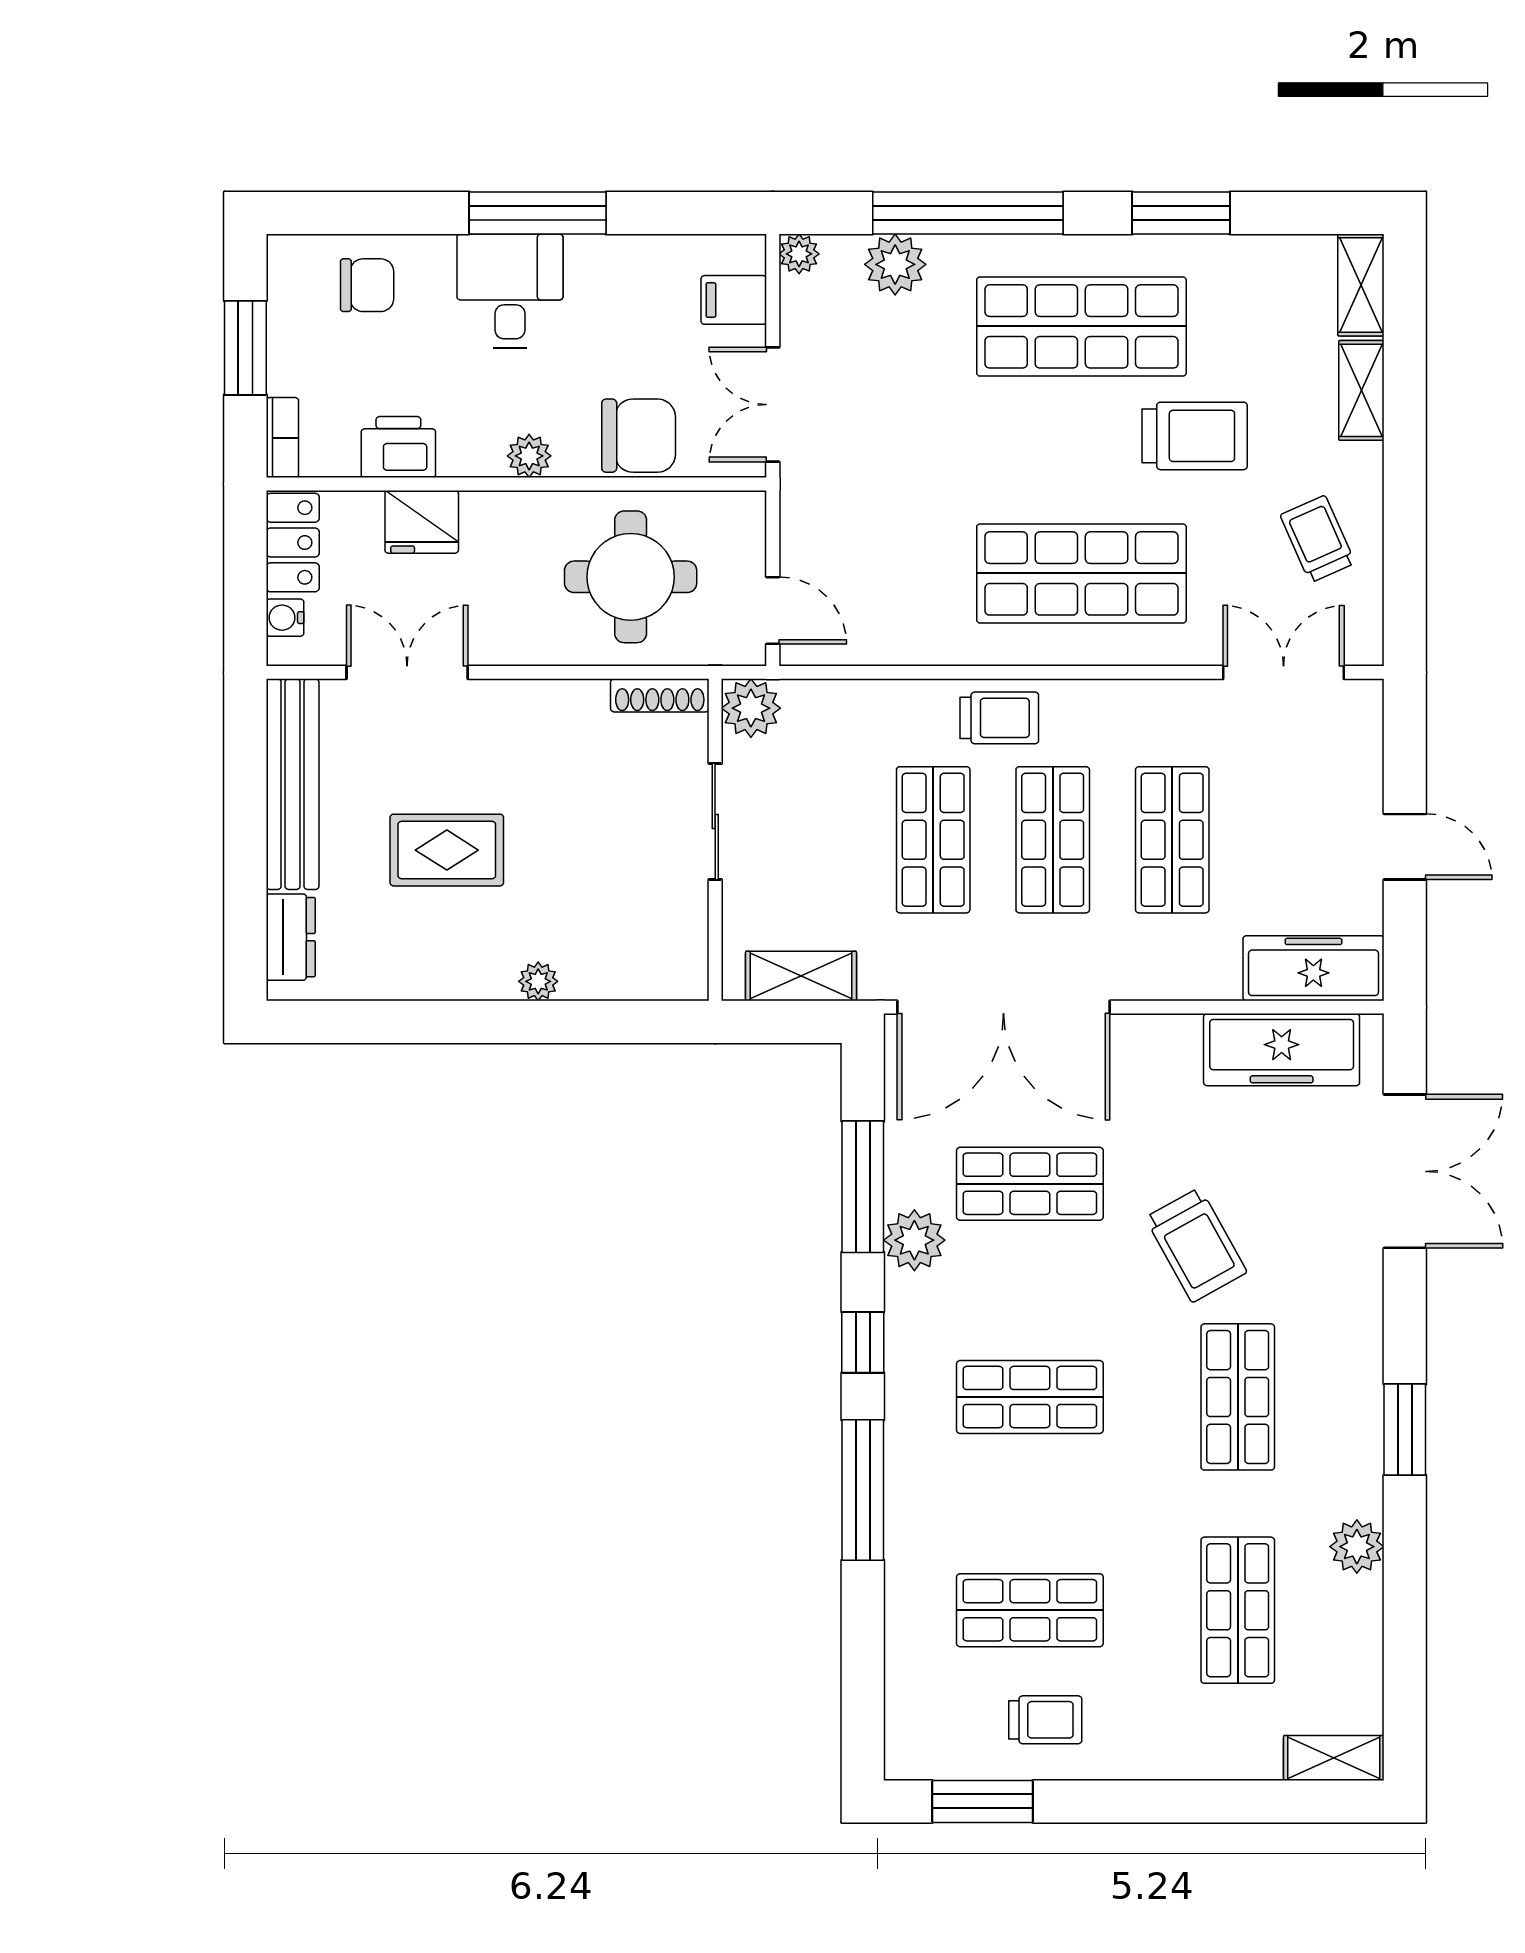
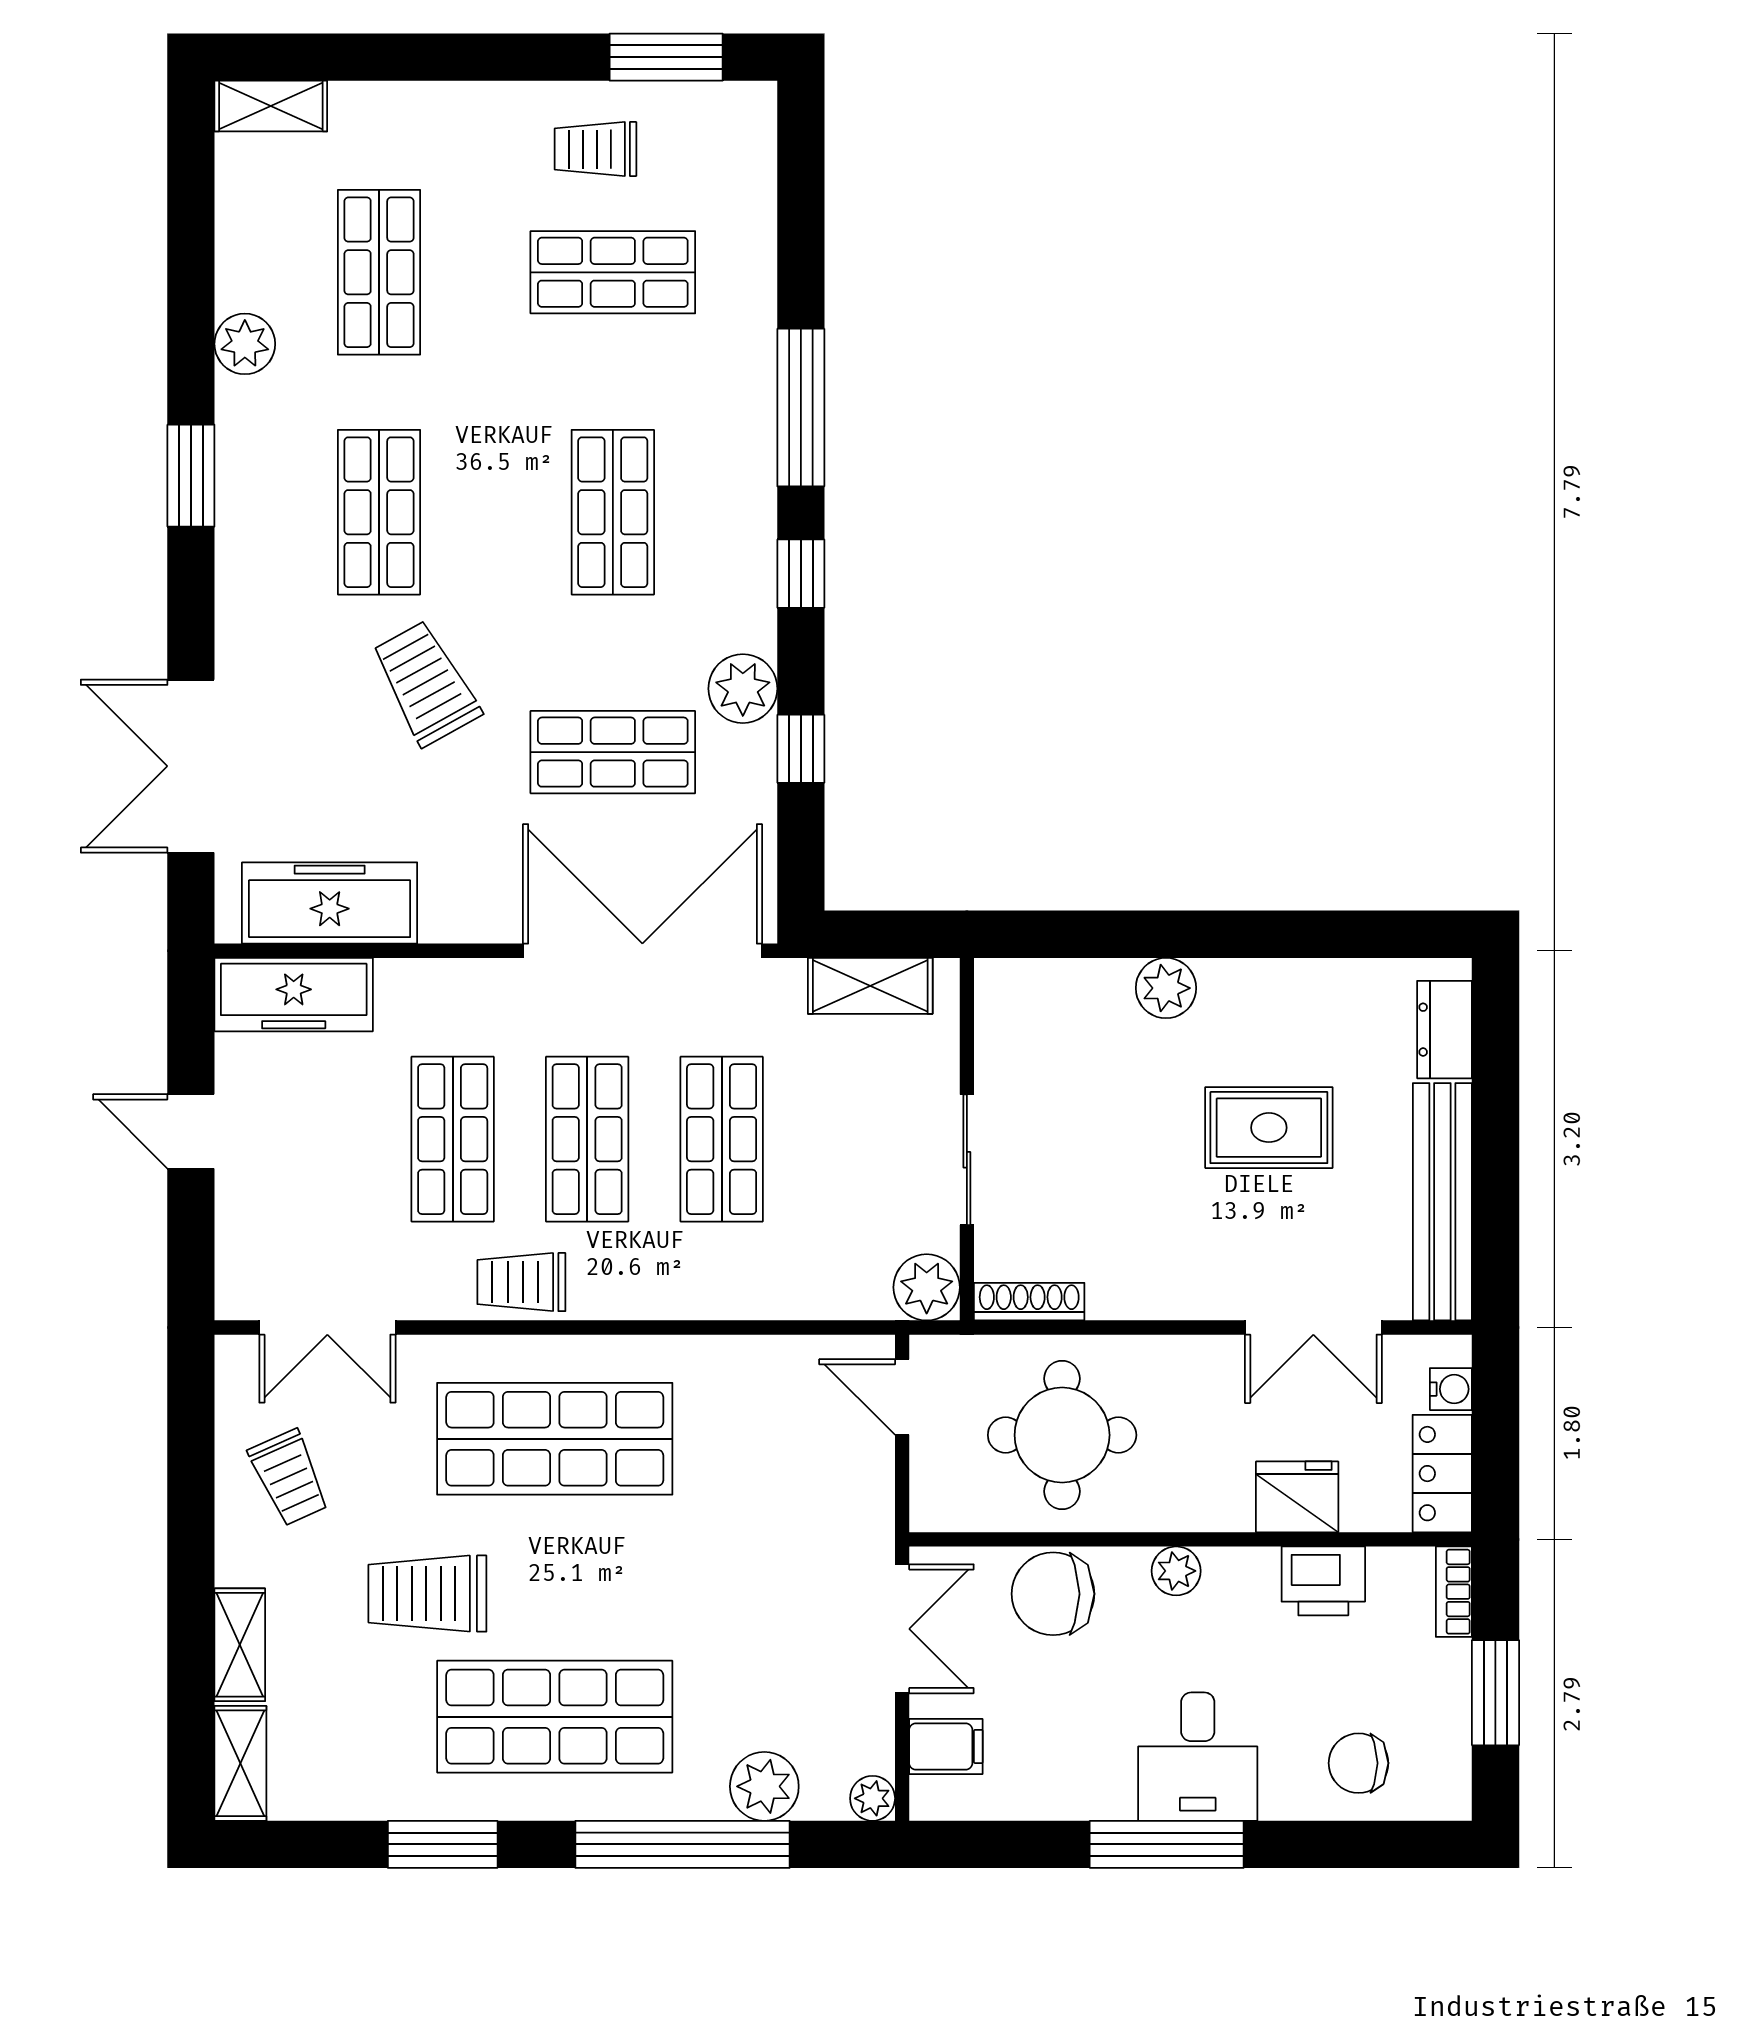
trolley: (999, 718) -> (521, 1282), moved
plant: (538, 981) -> (1166, 988), width x1.38, depth x1.38
window: (863, 1187) -> (801, 749), width x0.46
shop shelf: (1030, 1397) -> (613, 512), turned 90

